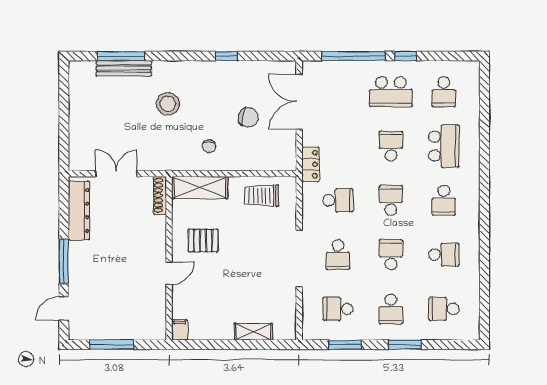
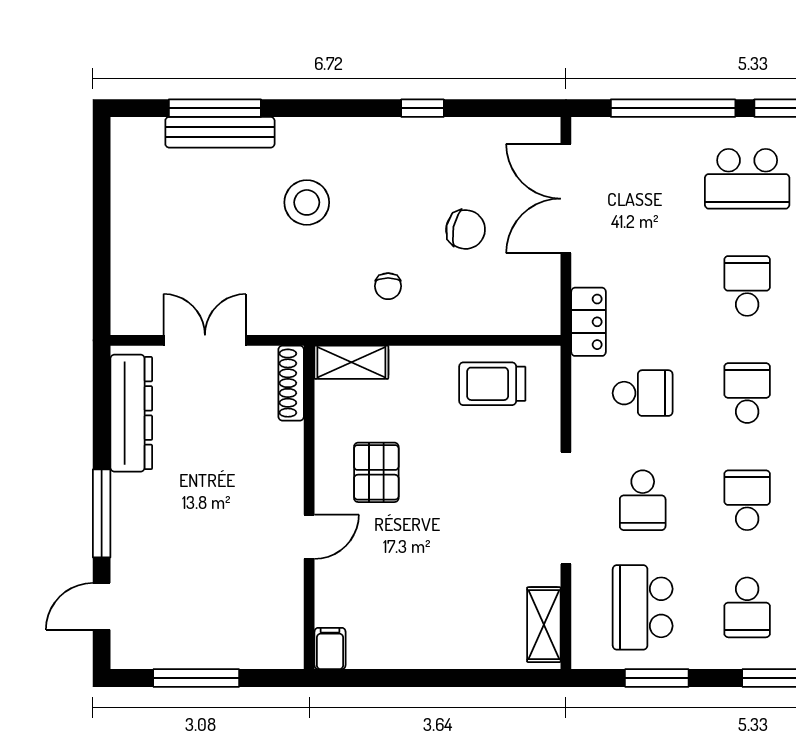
shelving: (200, 188) -> (351, 362), width x0.67, depth x0.75
pallet: (203, 241) -> (376, 472), turned 90
school desk: (338, 309) -> (643, 607), width x1.85
shelving: (253, 332) -> (544, 625), moved, turned 90

